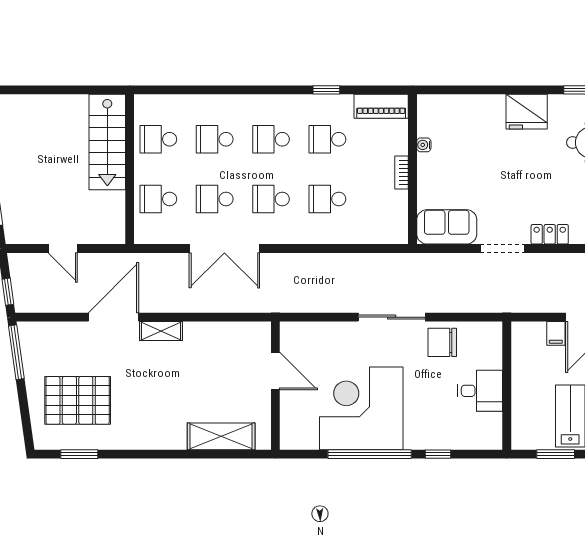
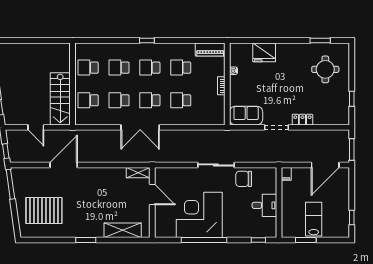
window: (326, 90) -> (147, 41), moved
fridge: (527, 112) -> (264, 52), moved
stairs: (107, 142) -> (60, 99), moved
double door: (224, 248) -> (140, 127), moved
shelving: (161, 331) -> (138, 173), moved
filing cabinet: (556, 333) -> (286, 174), moved
window: (79, 454) -> (86, 240), moved
window: (438, 454) -> (258, 240), moved

